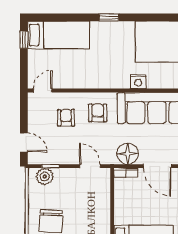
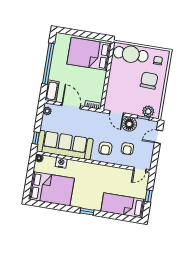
window: (24, 40) -> (149, 196), moved
nightstand: (138, 82) -> (61, 163), moved
door: (24, 142) -> (158, 137), hinge flipped
floor lamp: (128, 154) -> (129, 124), moved

